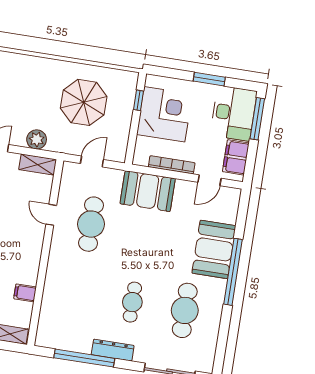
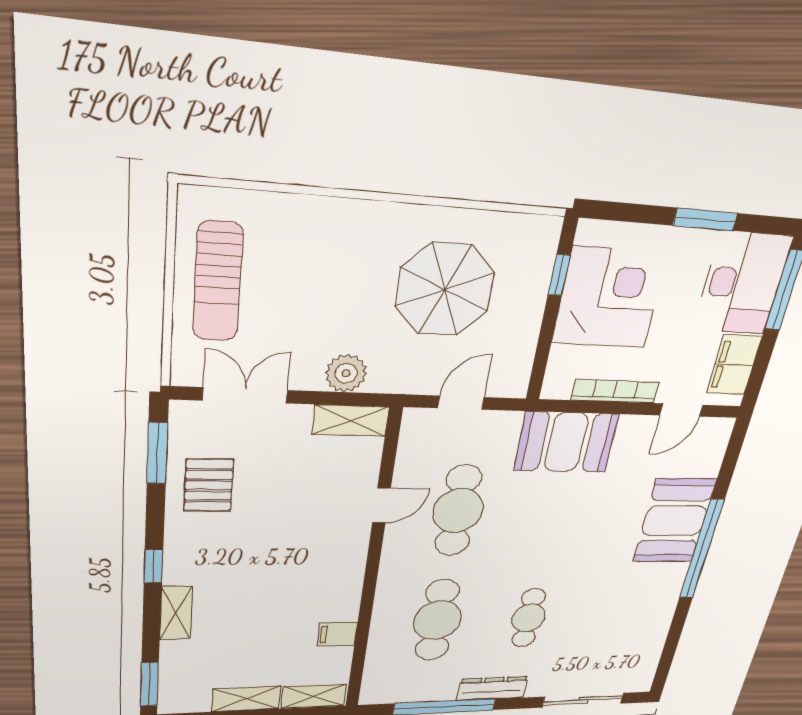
door: (51, 215) -> (381, 505), swing flipped
cafe table: (185, 310) -> (437, 620), moved

